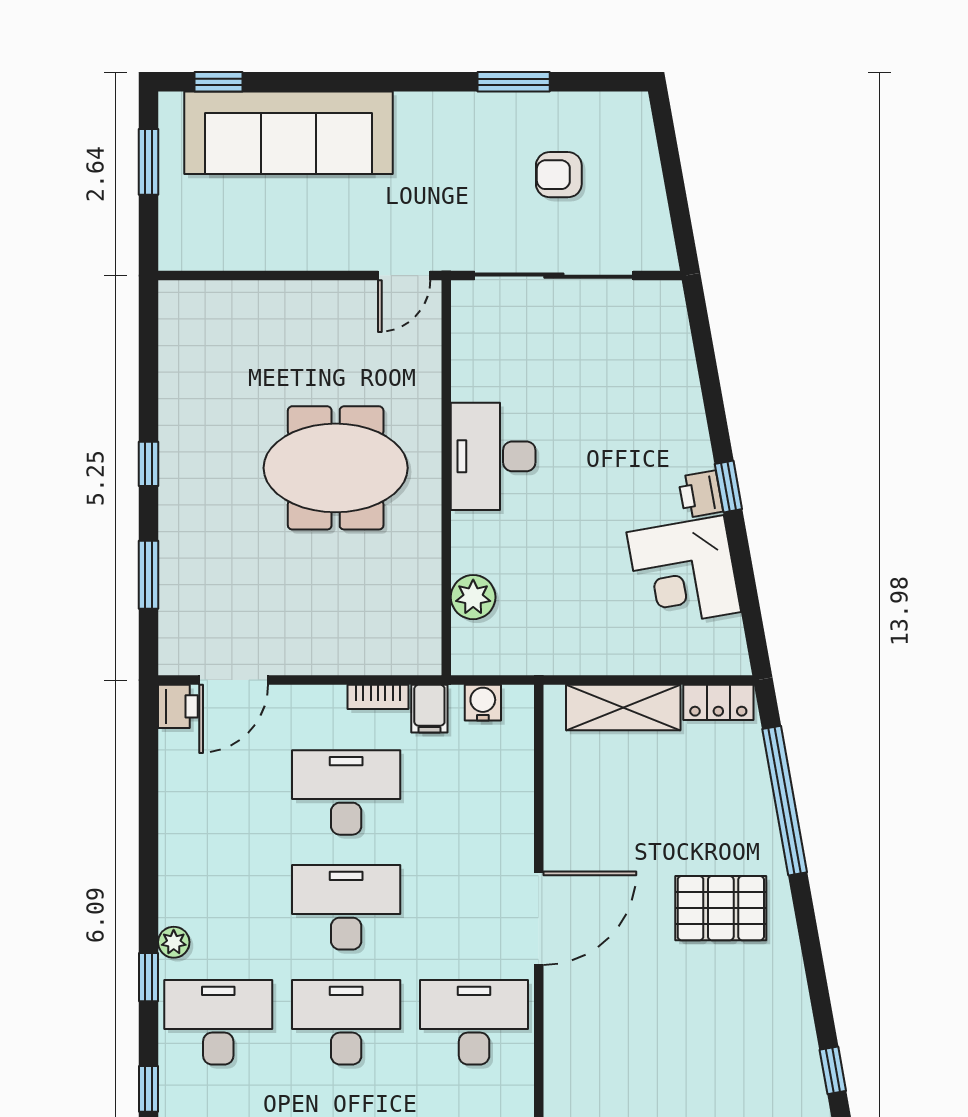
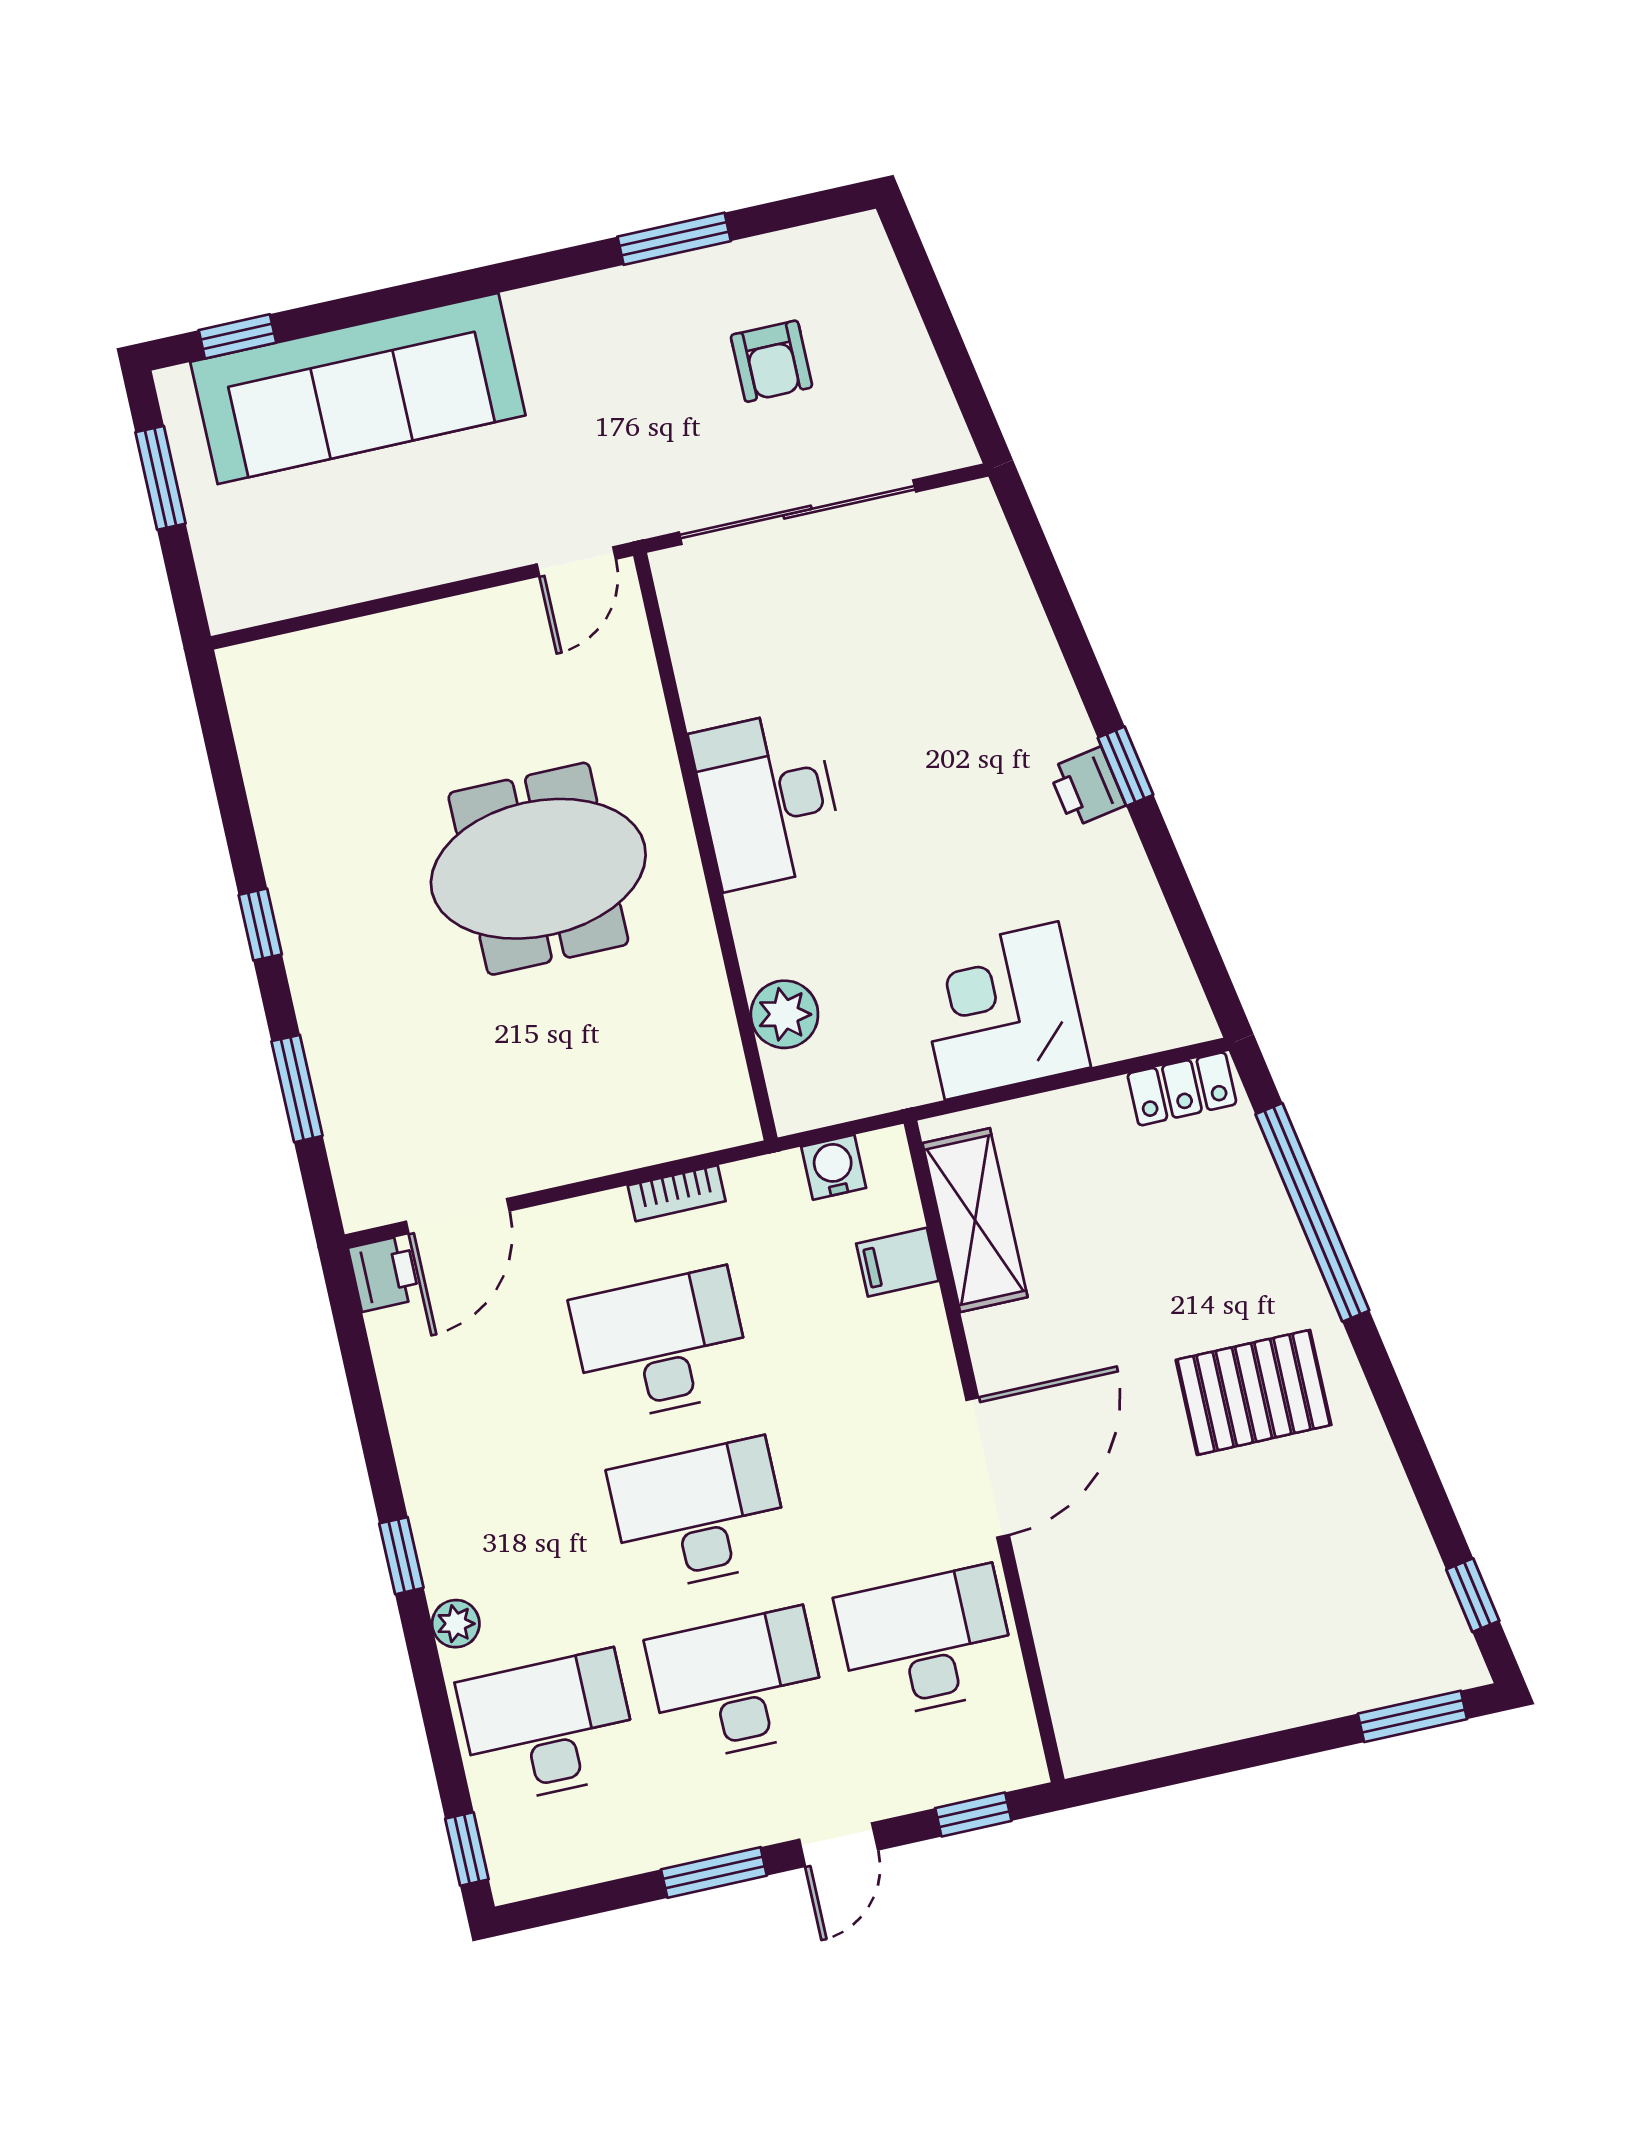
armchair: (559, 175) -> (771, 361), turned -90
corner desk: (684, 572) -> (1002, 1011), moved, turned 100
shelving: (623, 708) -> (975, 1220), moved, turned 90
filing cabinet: (429, 709) -> (897, 1262), moved, turned 90
window: (149, 977) -> (401, 1556), moved

